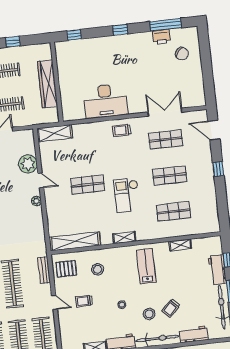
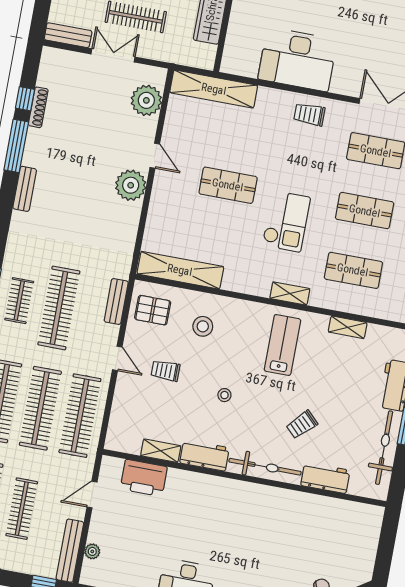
shelving: (55, 133) -> (214, 89), width x1.47
plant: (28, 164) -> (146, 100), moved
checkout: (127, 195) -> (286, 221), turned 180
plant: (36, 201) -> (131, 185), width x1.88, depth x1.88
shelving: (124, 238) -> (290, 294), moved
stool: (149, 314) -> (264, 423), removed

